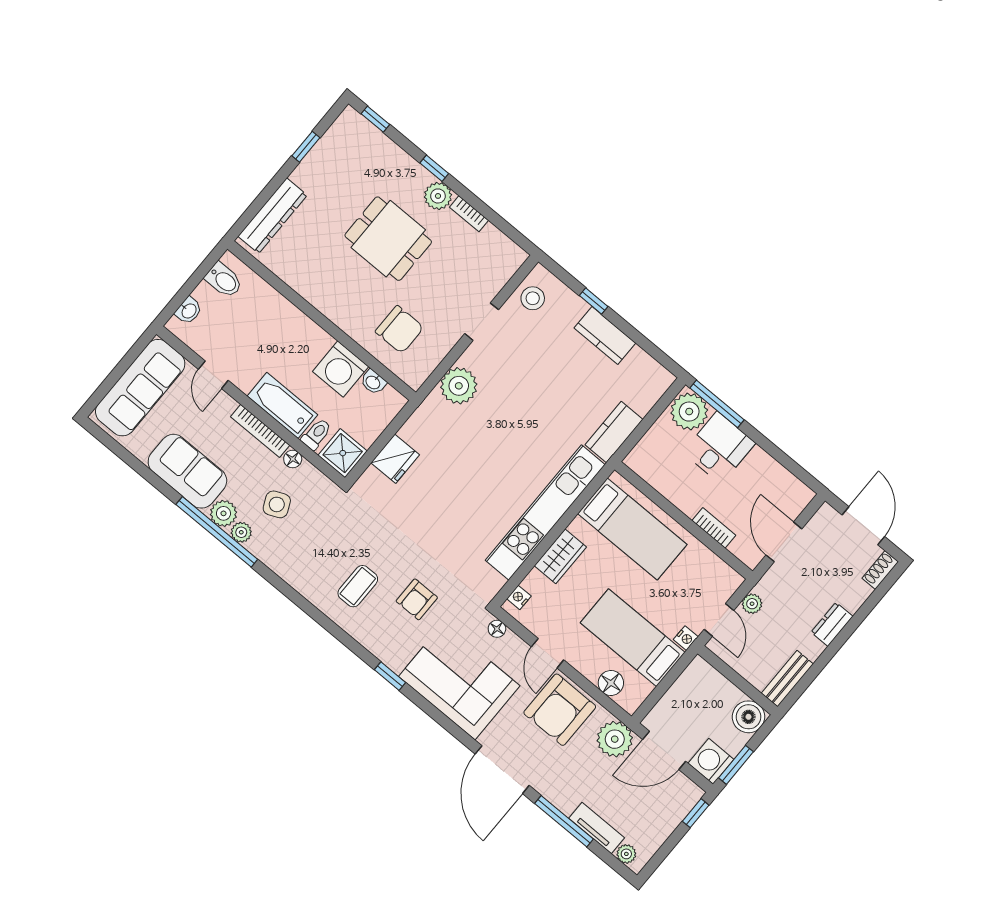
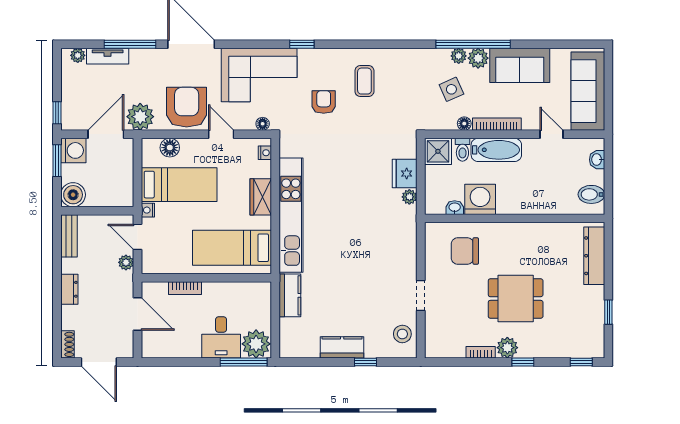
plant: (459, 386) -> (409, 197), moved, width x0.53, depth x0.53

